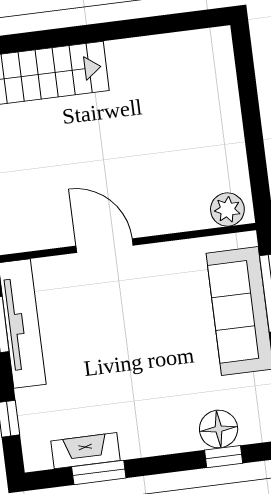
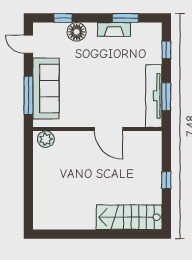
floor lamp: (219, 429) -> (77, 32), moved
fireplace: (86, 451) -> (114, 29), moved

